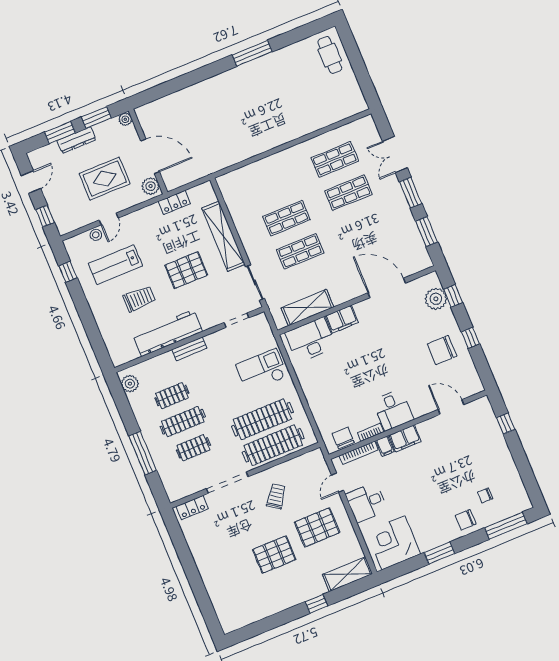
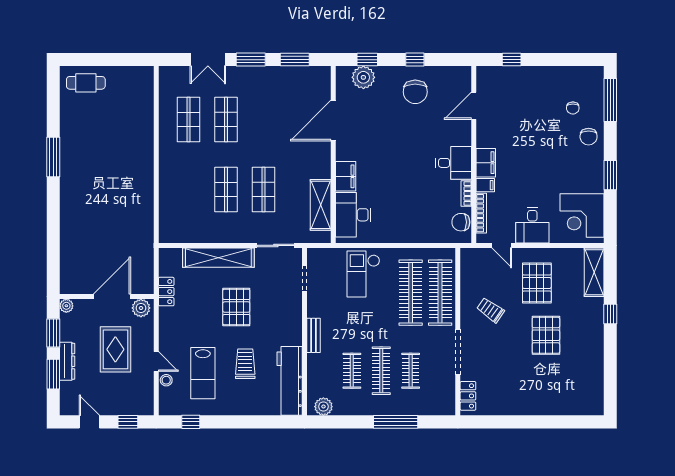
workbench: (168, 333) -> (290, 381), moved

